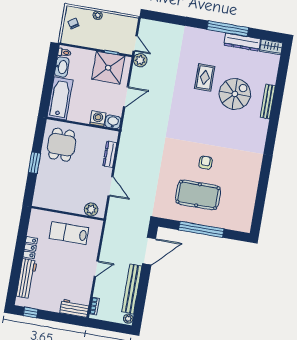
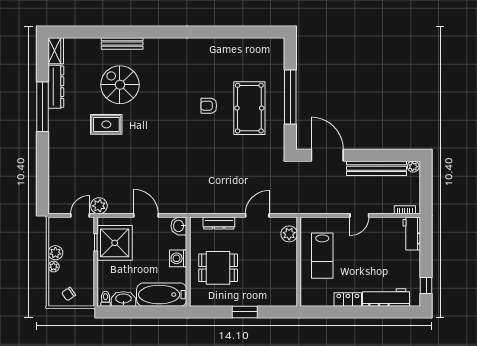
plant: (109, 19) -> (55, 253), added
washing machine: (98, 119) -> (178, 258), moved
dining table: (62, 145) -> (218, 268), moved
door: (96, 269) -> (359, 215), swing flipped

